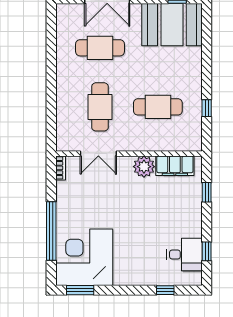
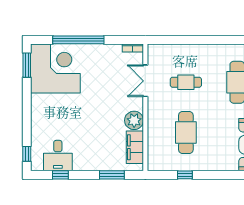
cafe table: (100, 107) -> (186, 82), width x0.73, depth x0.74
window: (207, 192) -> (112, 175), width x1.50
window: (165, 290) -> (27, 154), moved

